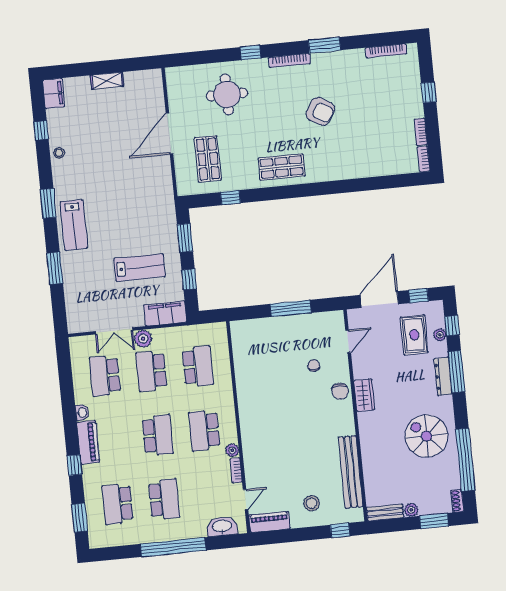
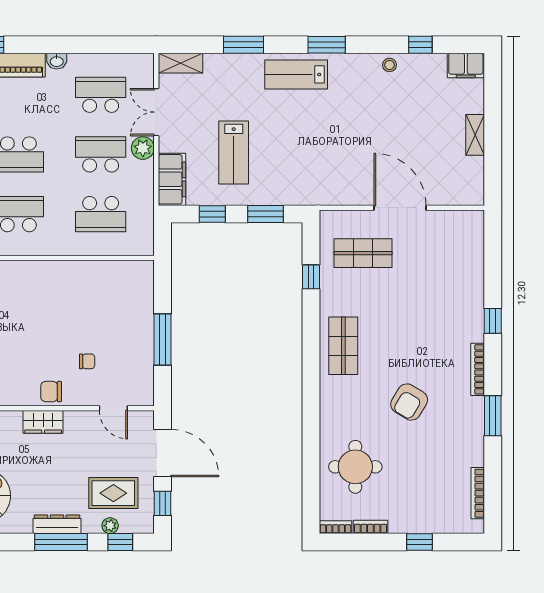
round table: (227, 94) -> (355, 467), moved
shelving: (74, 316) -> (181, 63), added

